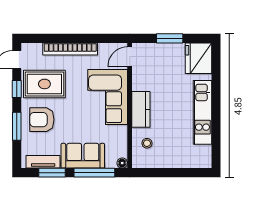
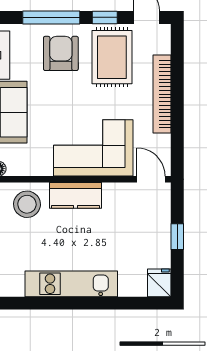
window: (170, 38) -> (177, 237), width x0.67
fridge: (198, 58) -> (159, 283), width x0.53, depth x0.75
window: (17, 126) -> (51, 17), width x1.44
stool: (147, 143) -> (27, 204), width x1.89, depth x1.89

